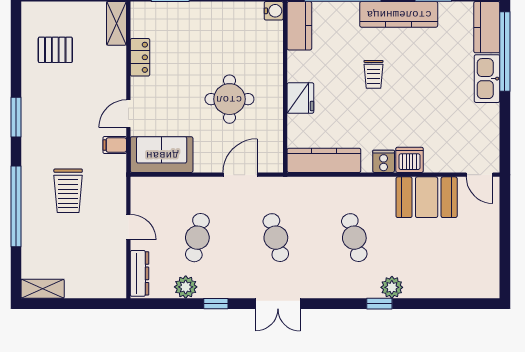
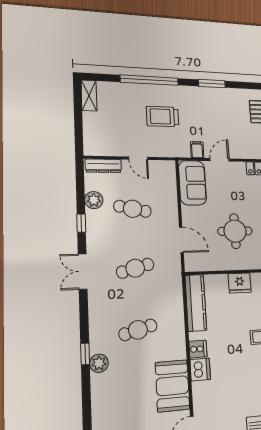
door: (128, 114) -> (220, 160), hinge flipped
door: (128, 227) -> (138, 158), hinge flipped

